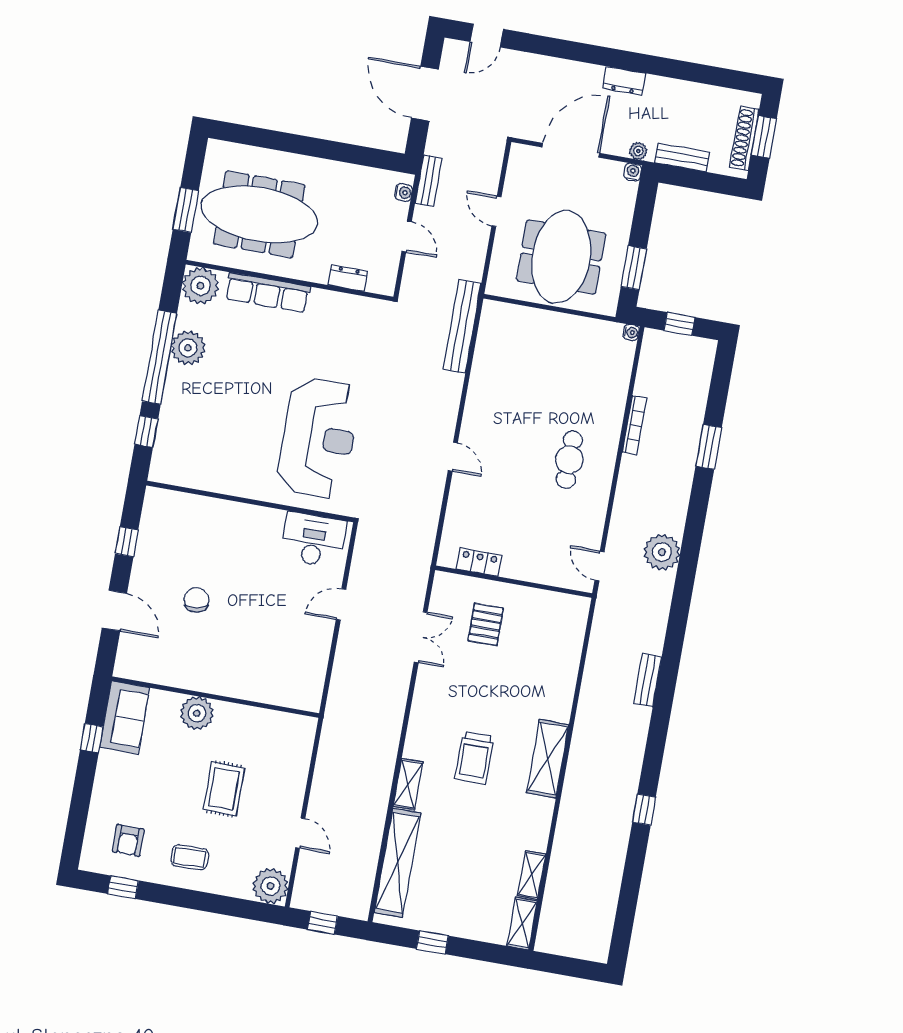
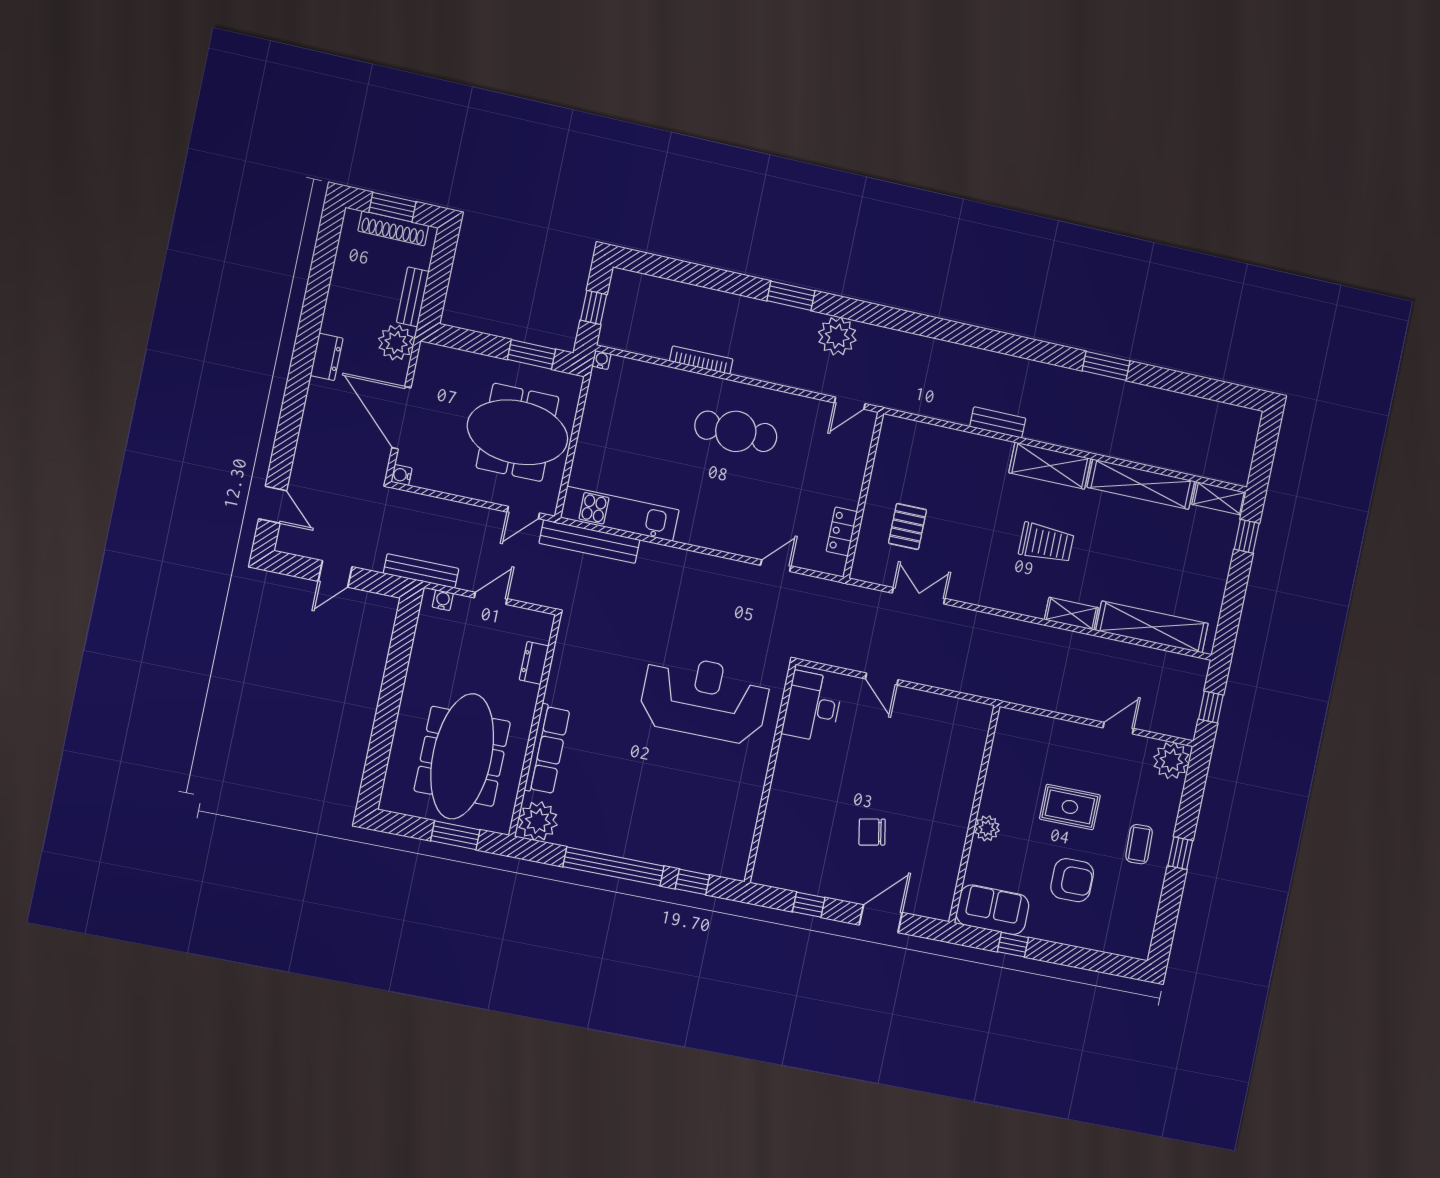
door: (425, 94) -> (335, 574), width x0.53
plant: (638, 151) -> (396, 343), width x1.87, depth x1.87
water cooler: (633, 172) -> (401, 475), moved
bench: (428, 181) -> (421, 571), width x1.36
door: (497, 211) -> (523, 512), moved
plant: (188, 348) -> (604, 836), removed
kitchen unit: (489, 354) -> (620, 514), added
window: (709, 447) -> (791, 296), moved
door: (453, 457) -> (776, 566), moved
cafe table: (569, 460) -> (736, 431), width x1.37, depth x1.35
pallet: (486, 624) -> (907, 526), turned 90
bench: (648, 680) -> (998, 422), moved
plant: (197, 713) -> (987, 828), width x0.73, depth x0.73
window: (644, 810) -> (1106, 366), width x1.50
armchair: (128, 840) -> (1072, 880), moved, width x1.38, depth x1.38
shelving: (532, 875) -> (1141, 484), width x2.20, depth x1.33
window: (123, 887) -> (1180, 853), moved
window: (432, 942) -> (1247, 536), moved

